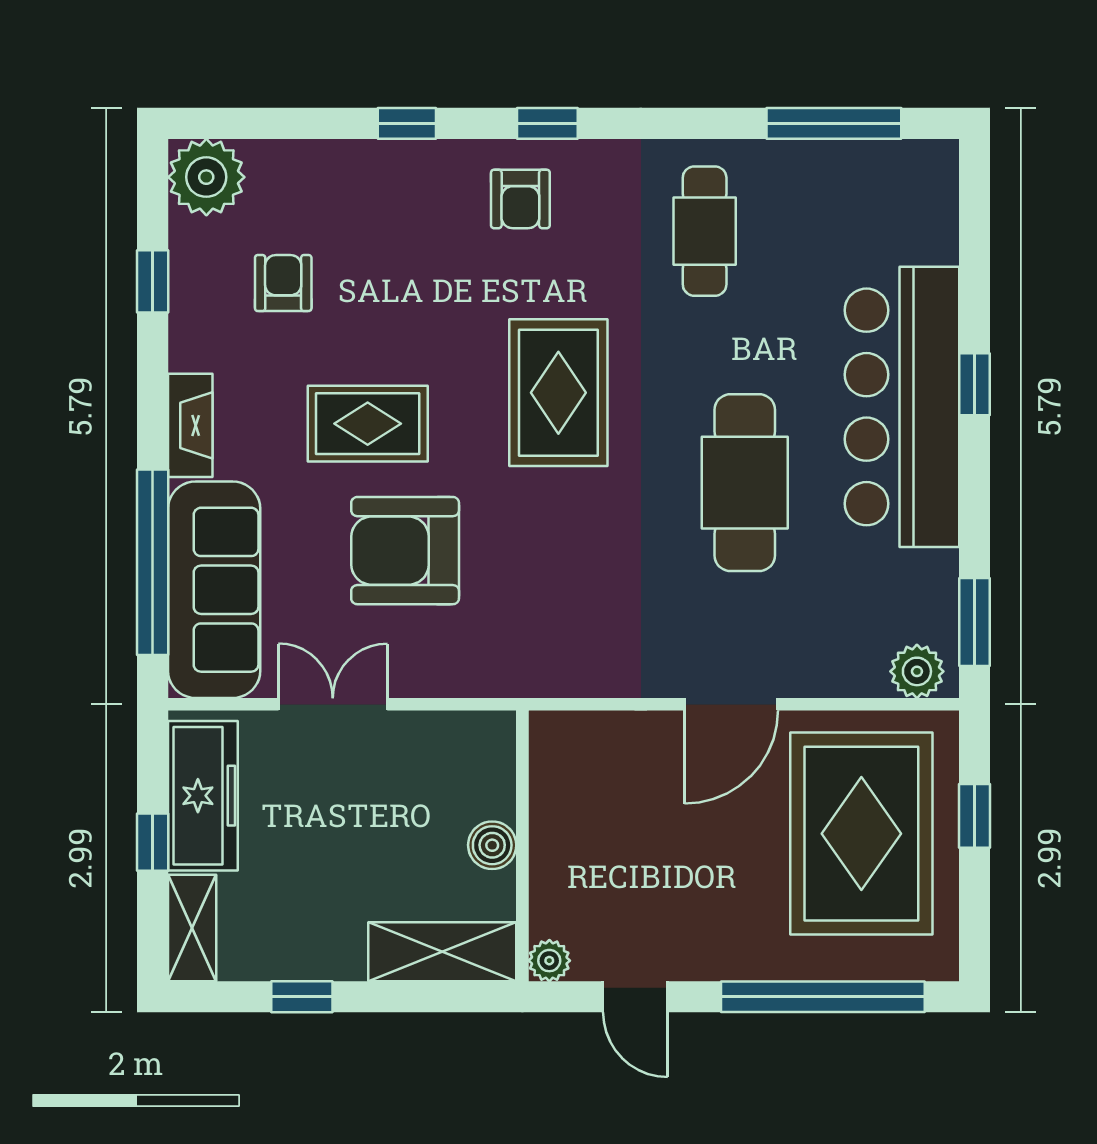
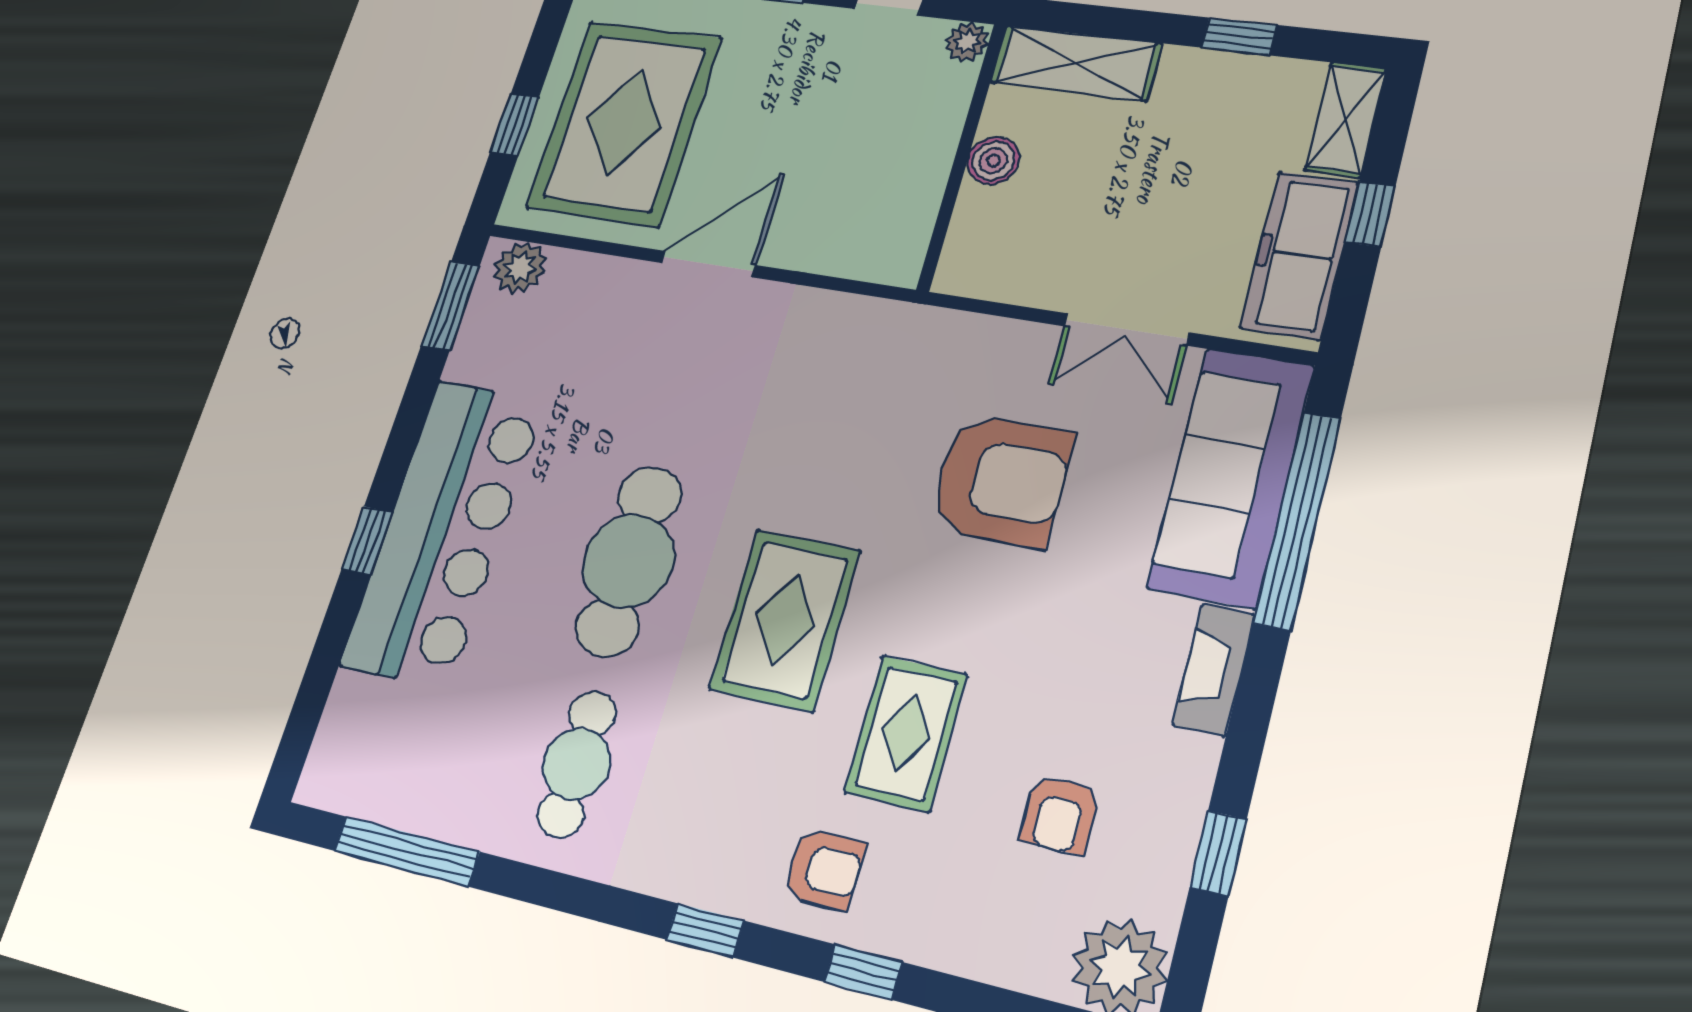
armchair: (520, 199) -> (824, 869), moved, turned 90
rug: (368, 424) -> (906, 733), moved, turned 90
cafe table: (745, 483) -> (629, 561), moved

